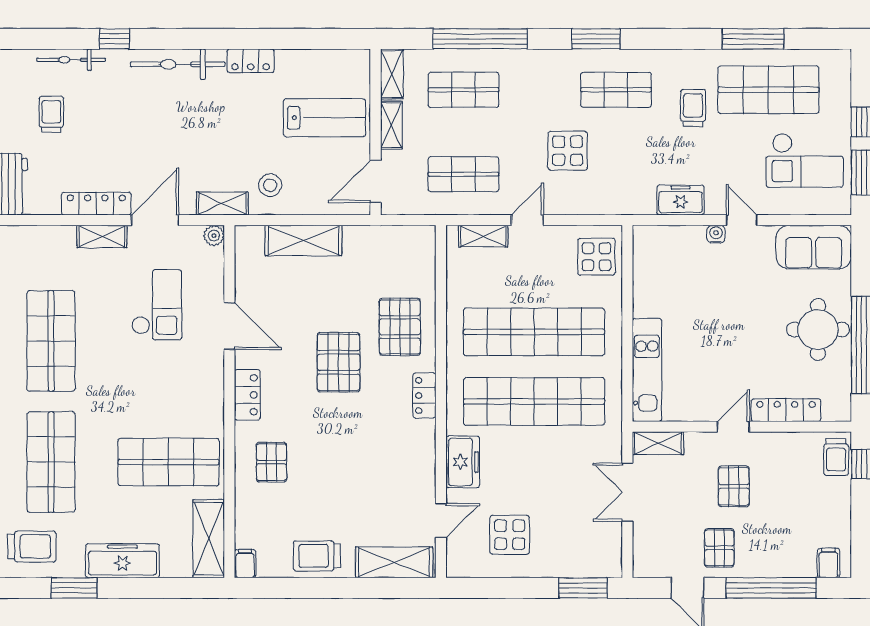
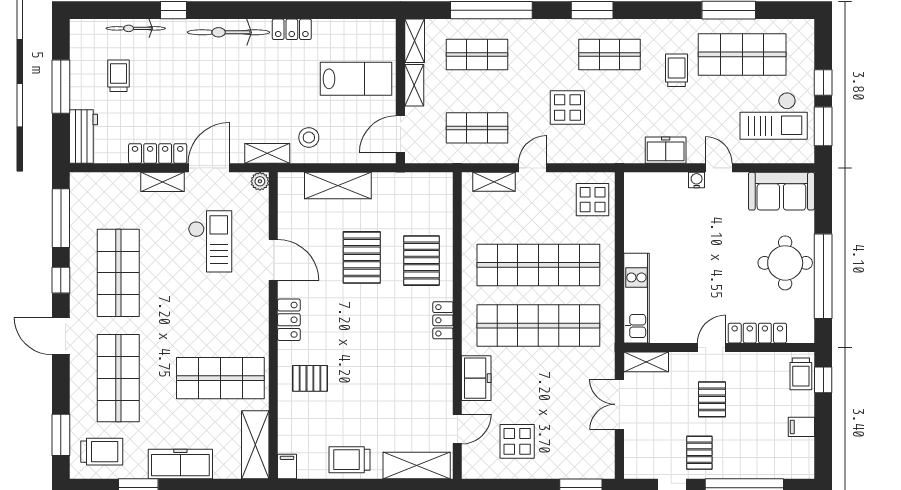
pallet: (339, 362) -> (362, 257), moved
pallet: (271, 462) -> (310, 378), turned 90
filing cabinet: (828, 563) -> (801, 427), moved, turned -90

